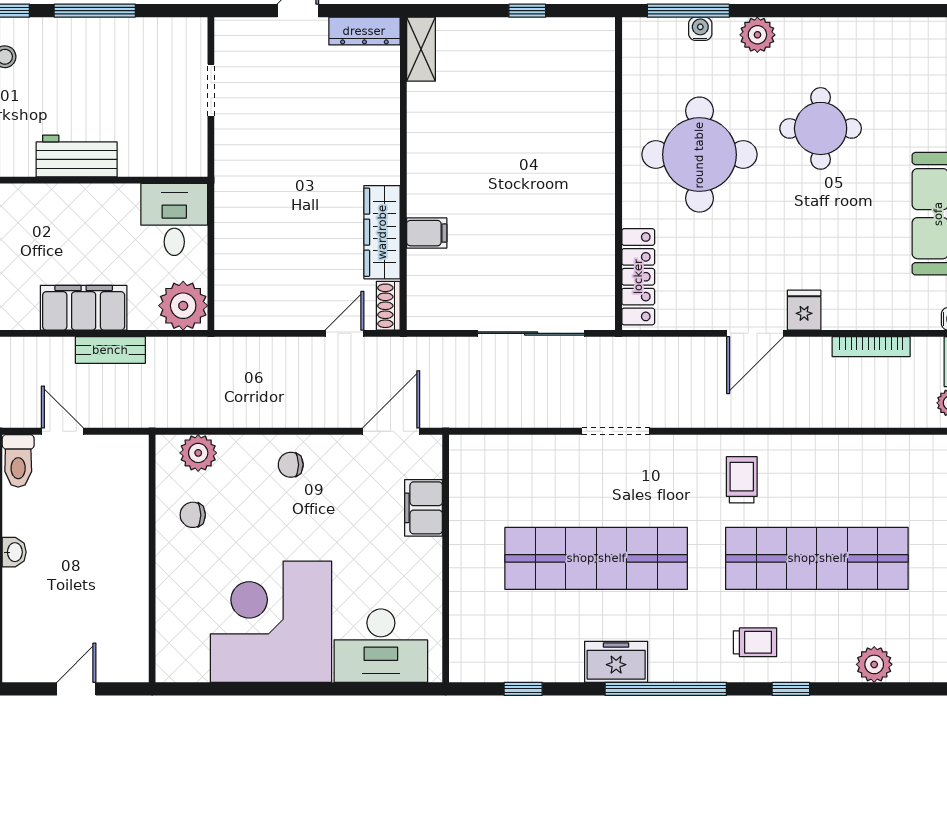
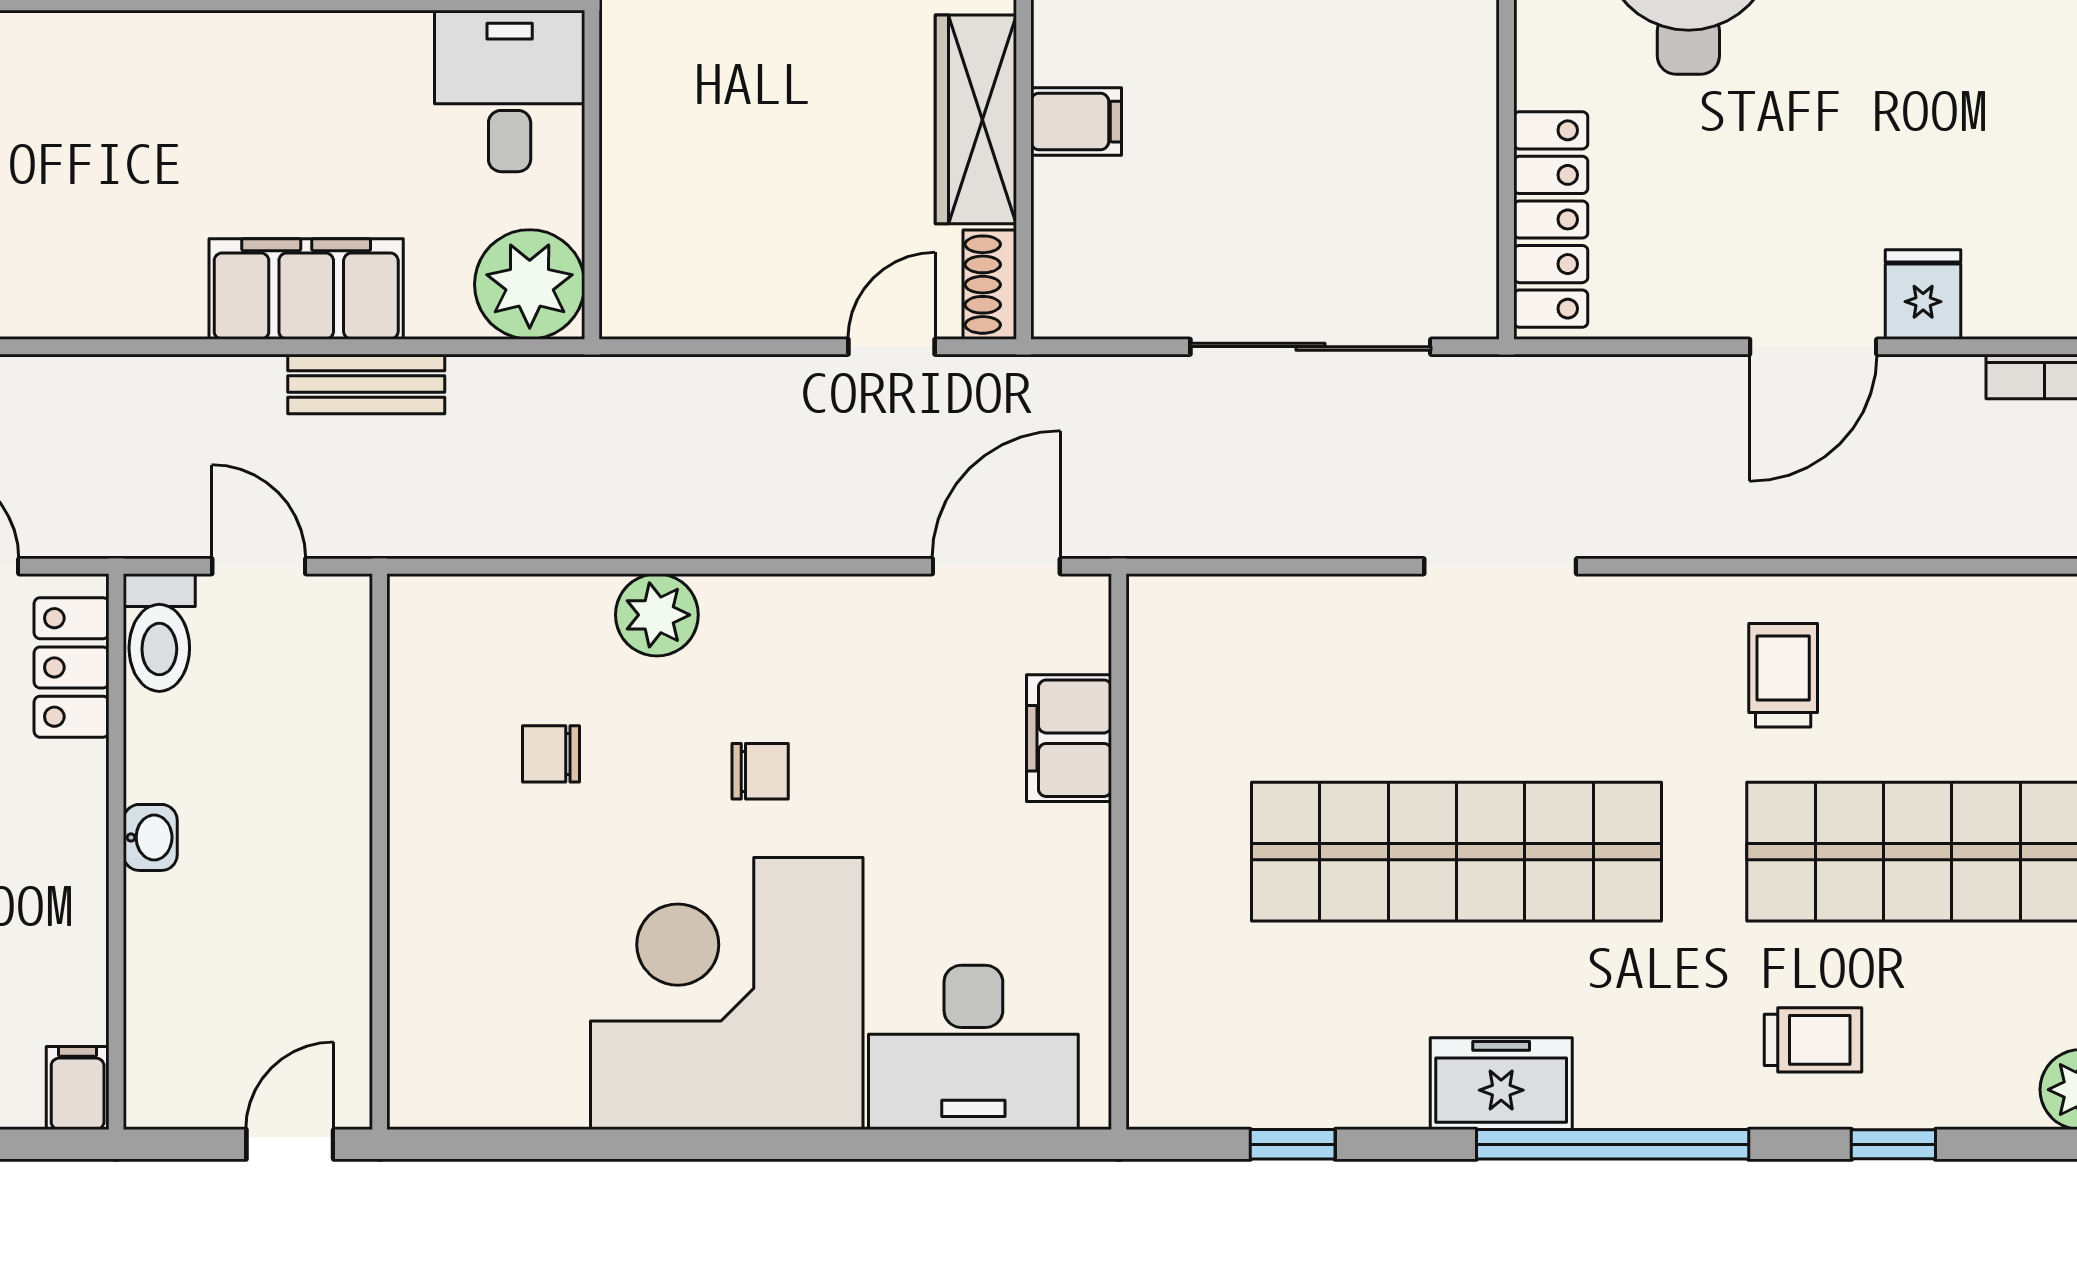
plant: (198, 453) -> (657, 615), moved
chair: (291, 465) -> (760, 771), moved, turned 180
wall: (152, 558) -> (380, 852), moved

